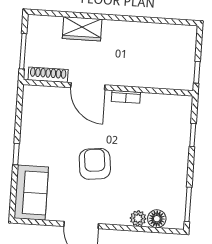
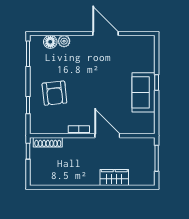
shoe rack: (48, 75) -> (48, 142), moved
armchair: (95, 164) -> (54, 93), moved
sofa: (31, 193) -> (144, 92), moved

